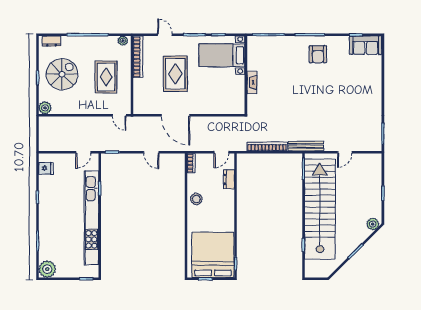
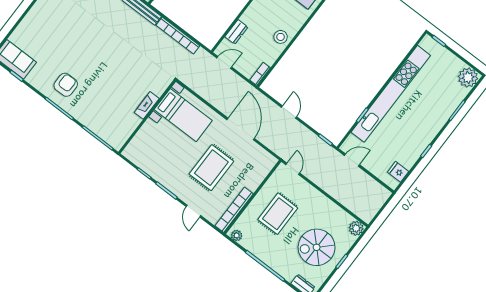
bed with nightstands: (222, 55) -> (183, 115), moved

